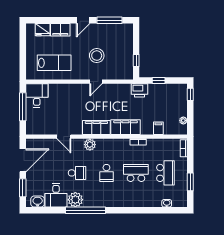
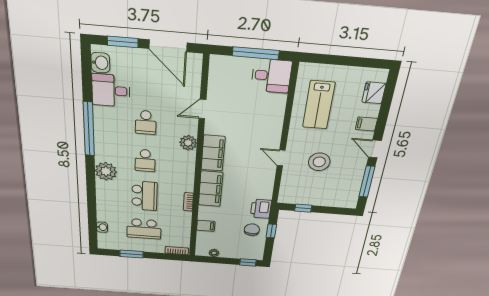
filing cabinet: (60, 30) -> (366, 124), width x0.50
chair: (159, 95) -> (252, 230), added
school desk: (106, 173) -> (145, 161), turned -90
plant: (75, 200) -> (106, 171), moved

